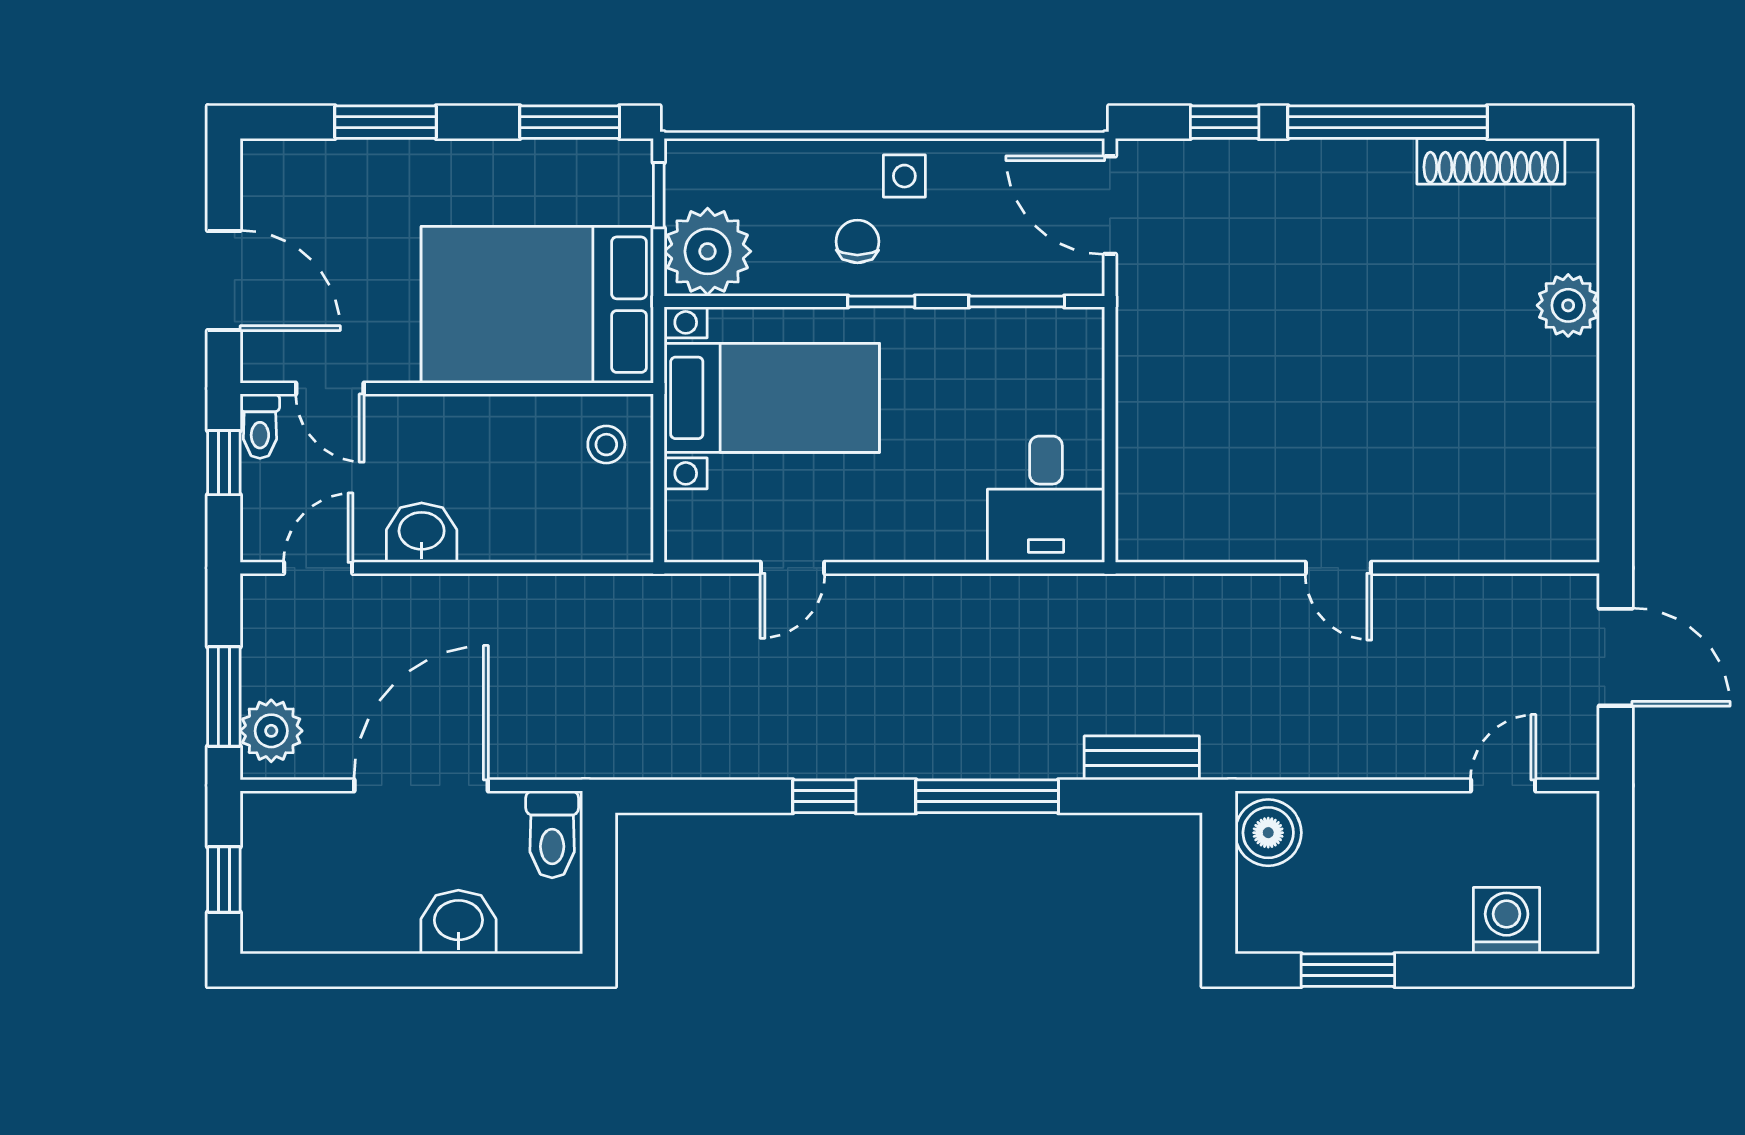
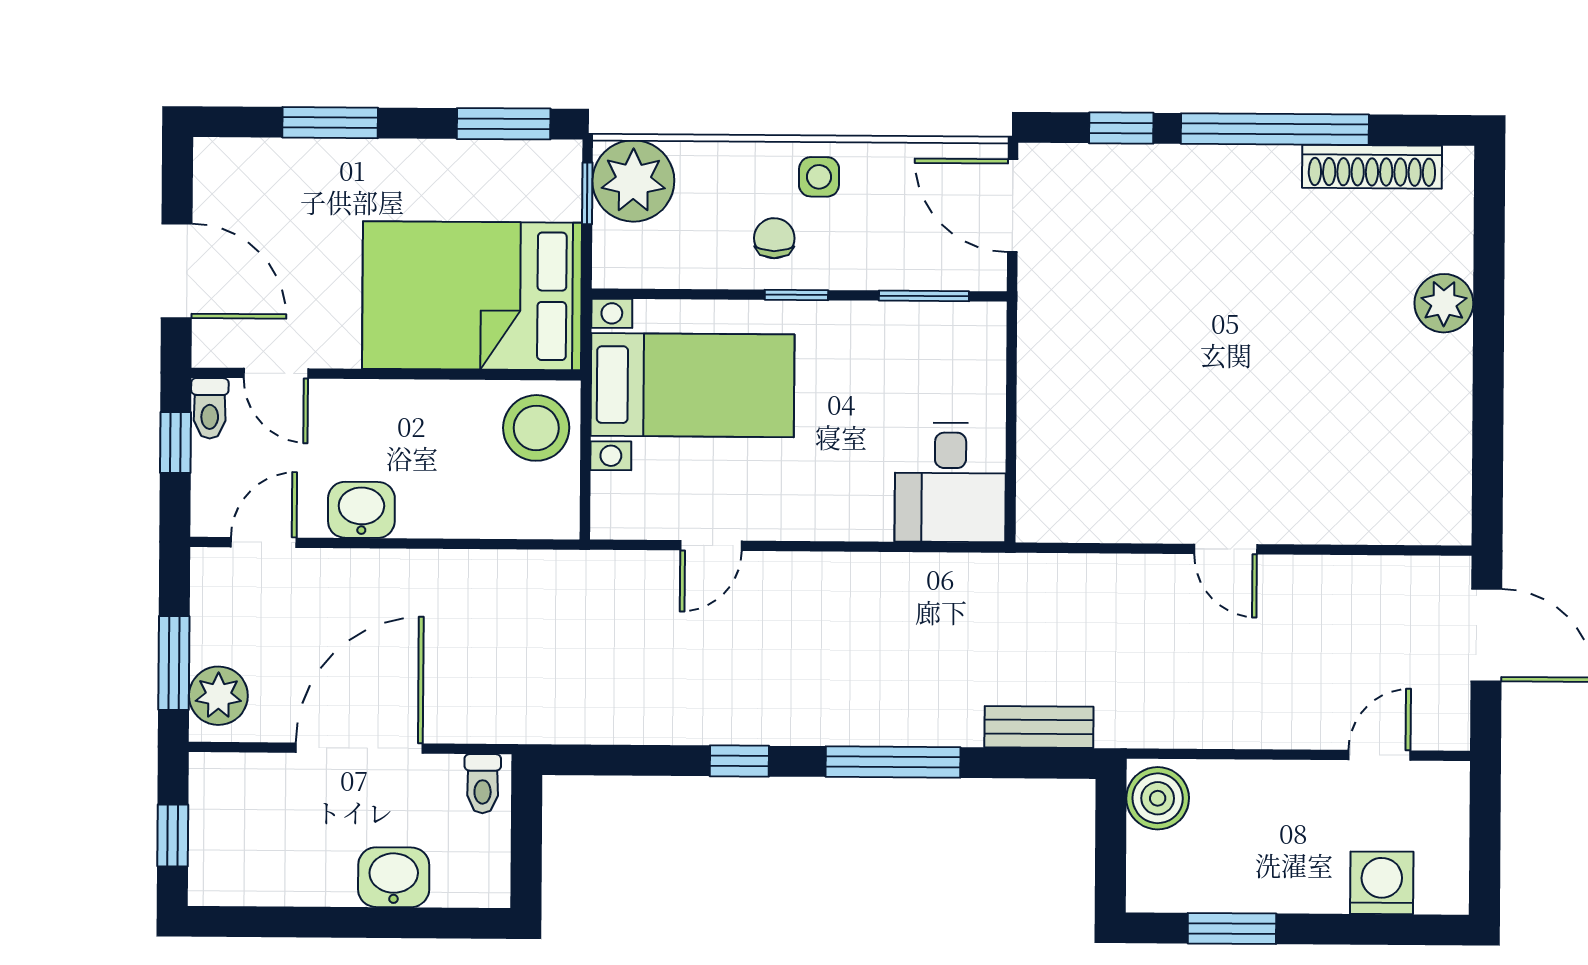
plant: (708, 251) -> (633, 181), moved
stool: (606, 445) -> (536, 428), width x1.89, depth x1.89
toilet: (552, 834) -> (483, 784), width x0.73, depth x0.72

